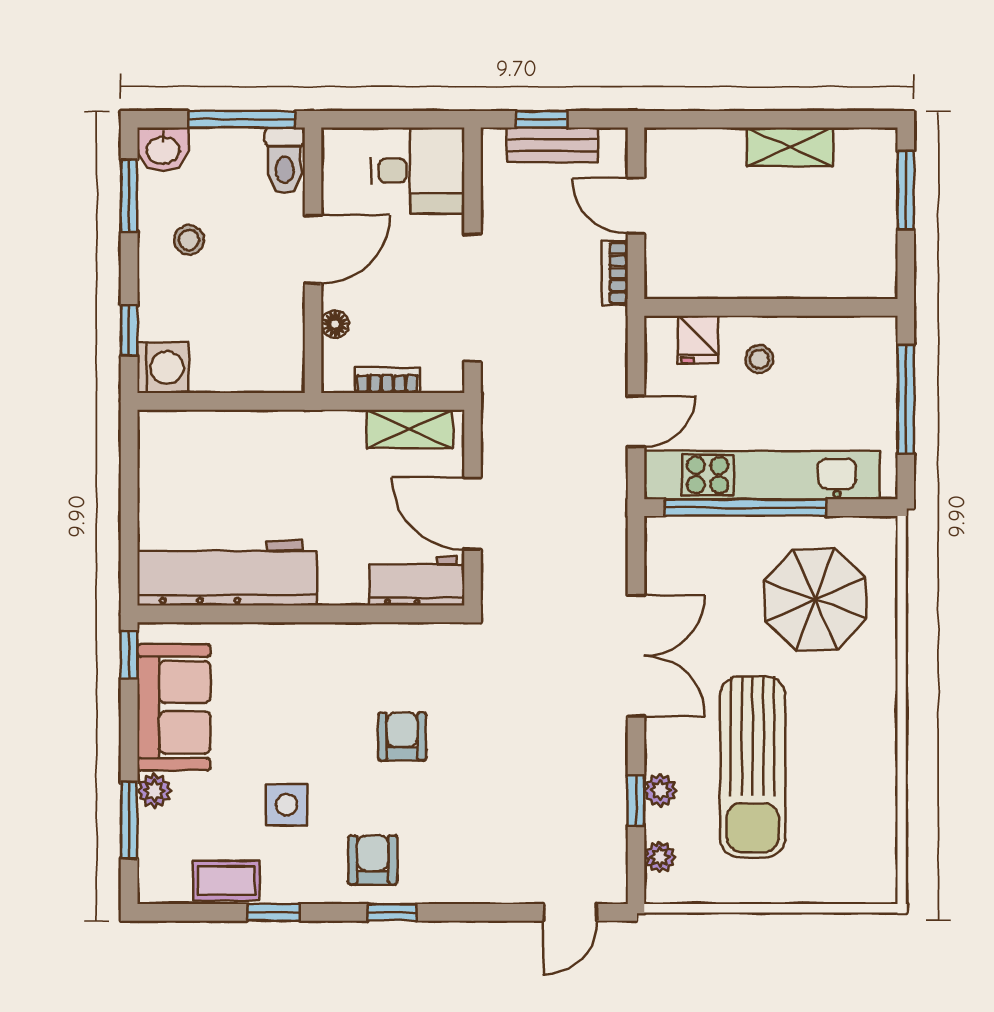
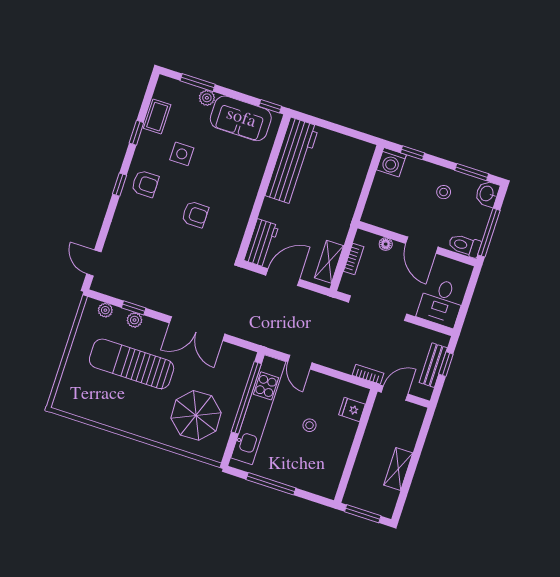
wall: (771, 307) -> (356, 446), moved
fridge: (698, 340) -> (352, 409), moved

